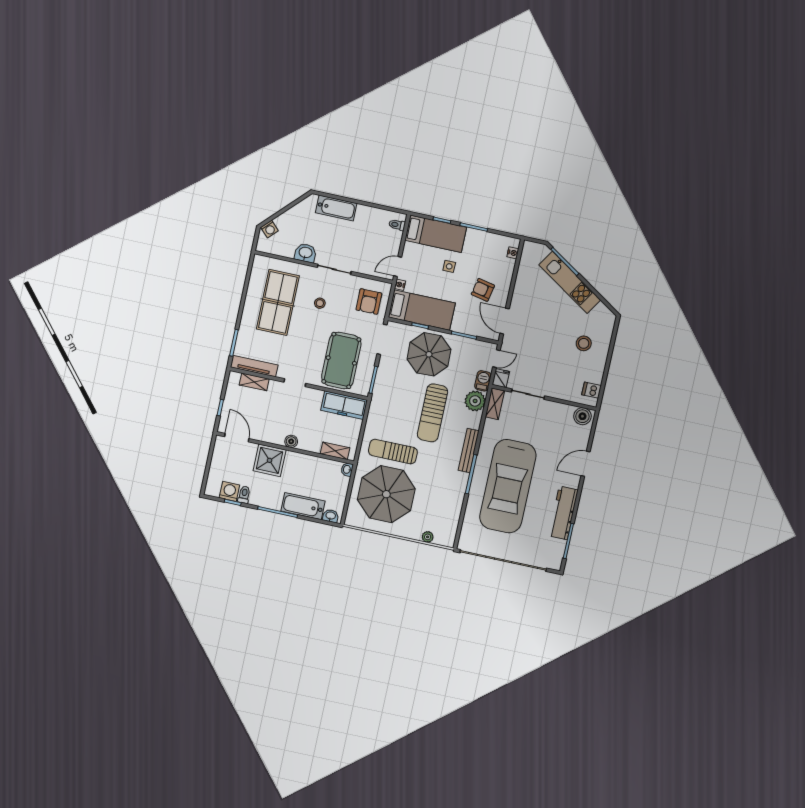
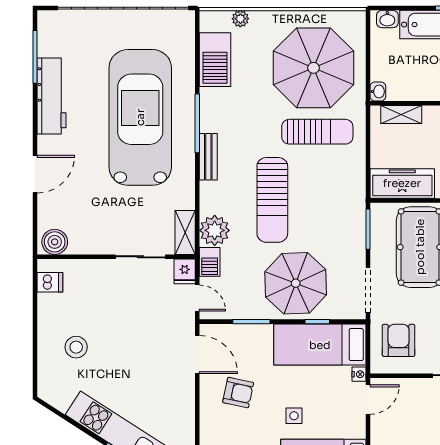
door: (496, 359) -> (197, 298), swing flipped
sun lounger: (432, 413) -> (272, 200), turned 180
bench: (469, 451) -> (208, 157), width x0.73
barbecue: (450, 514) -> (215, 60), added

